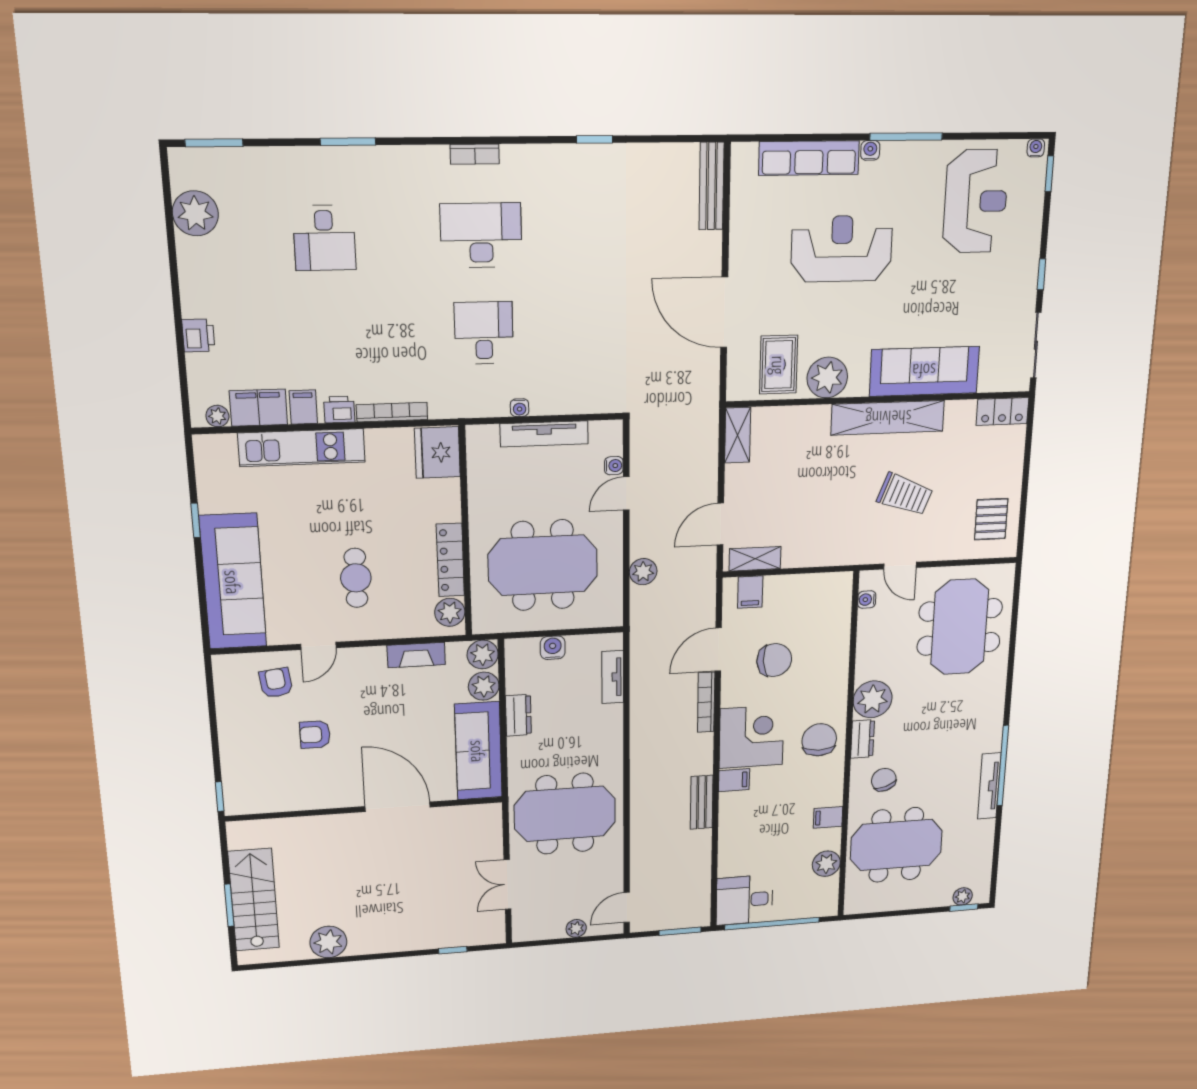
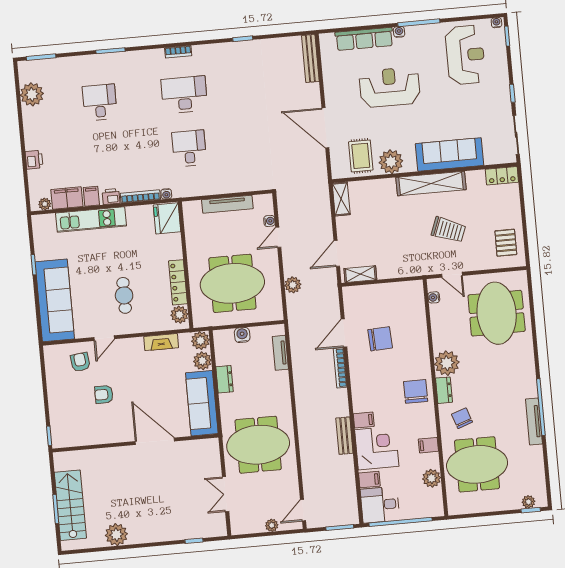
desk: (324, 238) -> (100, 102), turned 180
water cooler: (520, 408) -> (166, 194), moved
filing cabinet: (750, 592) -> (369, 480), moved, turned -90
corner desk: (751, 737) -> (377, 448), moved

